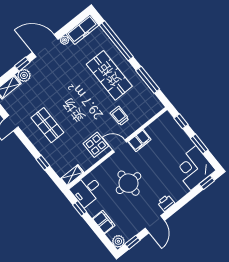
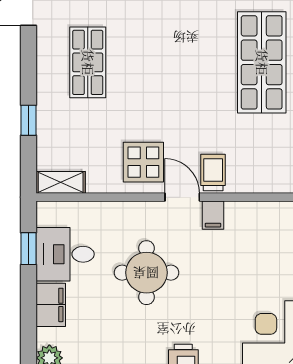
trolley: (120, 116) -> (213, 173), moved
filing cabinet: (140, 141) -> (213, 215), width x0.50
desk: (87, 190) -> (65, 254), moved

